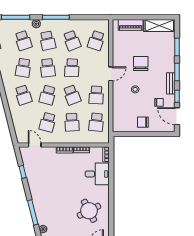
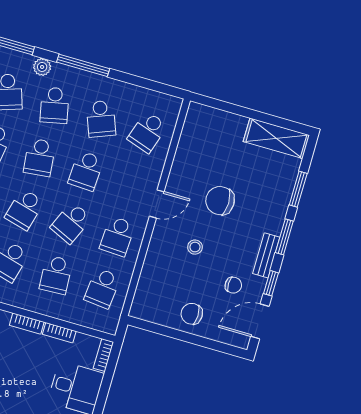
piano: (131, 25) -> (222, 121), removed
chair: (141, 63) -> (220, 201), turned -90
school desk: (72, 95) -> (71, 223), turned 45
door: (177, 116) -> (260, 321), hinge flipped

